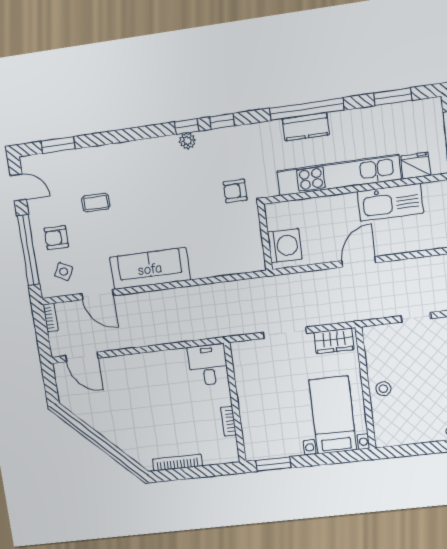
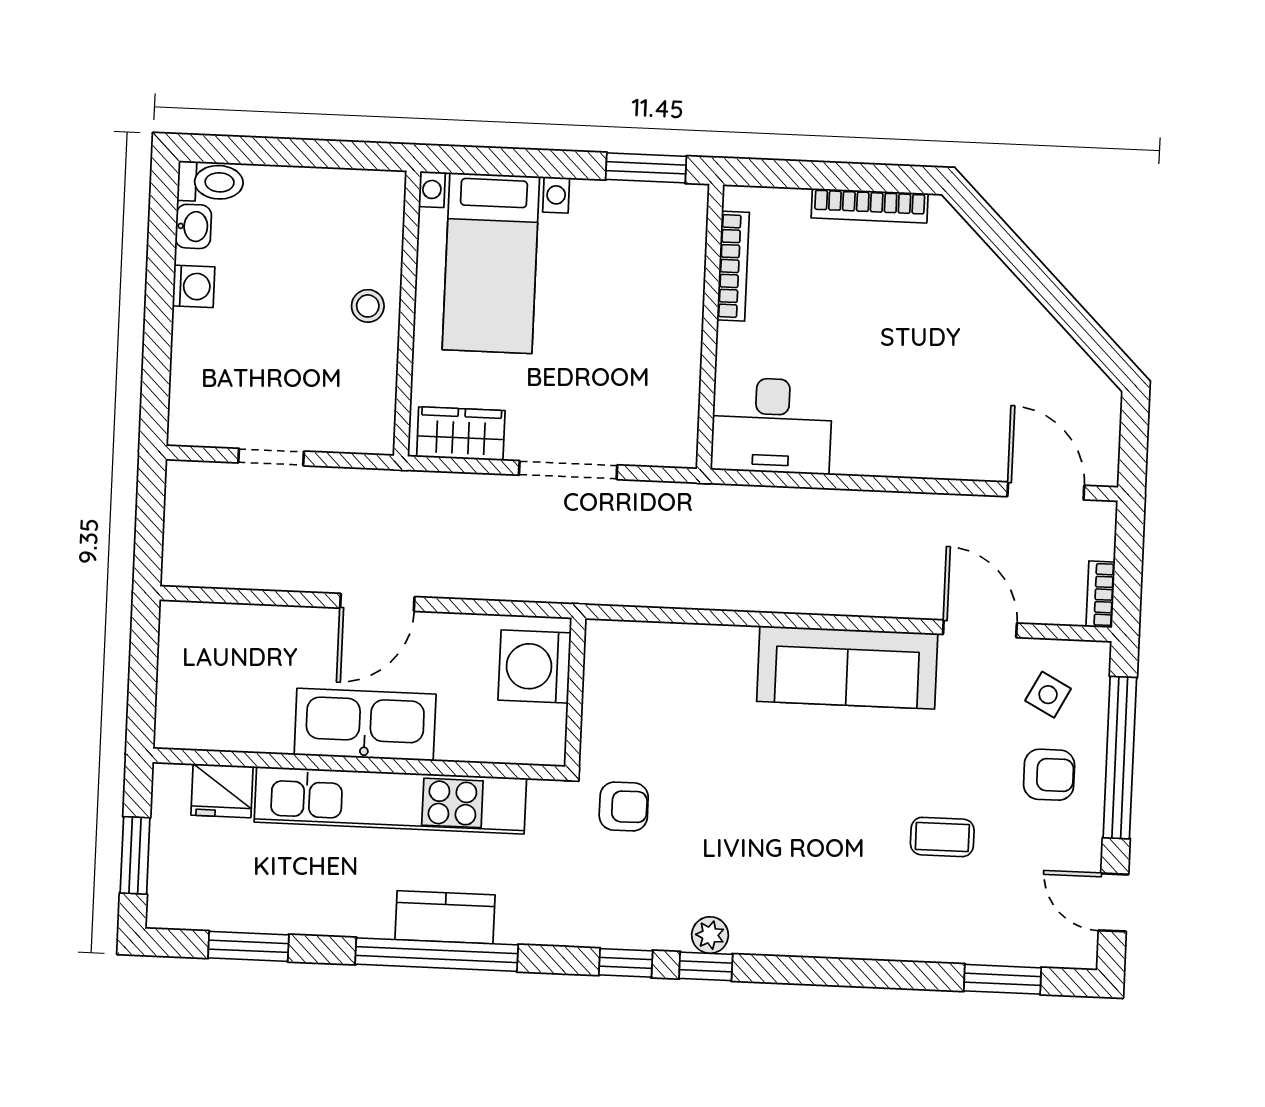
kitchen sink: (390, 202) -> (365, 725), moved
desk: (208, 365) -> (772, 426), width x1.37
bookcase: (228, 421) -> (733, 266), width x1.56

